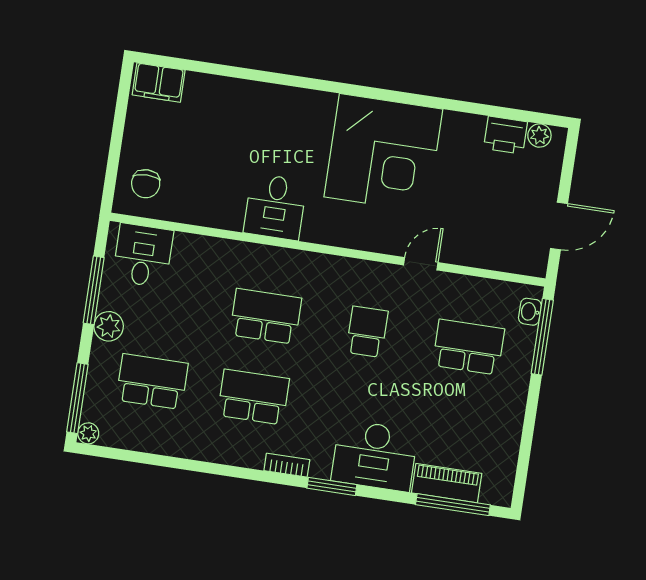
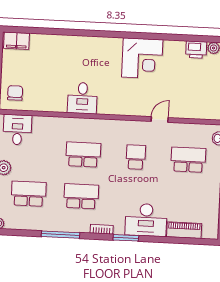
corner desk: (383, 153) -> (142, 58), width x0.74, depth x0.74
chair: (146, 184) -> (15, 93), turned 180
window: (453, 505) -> (61, 235), moved

